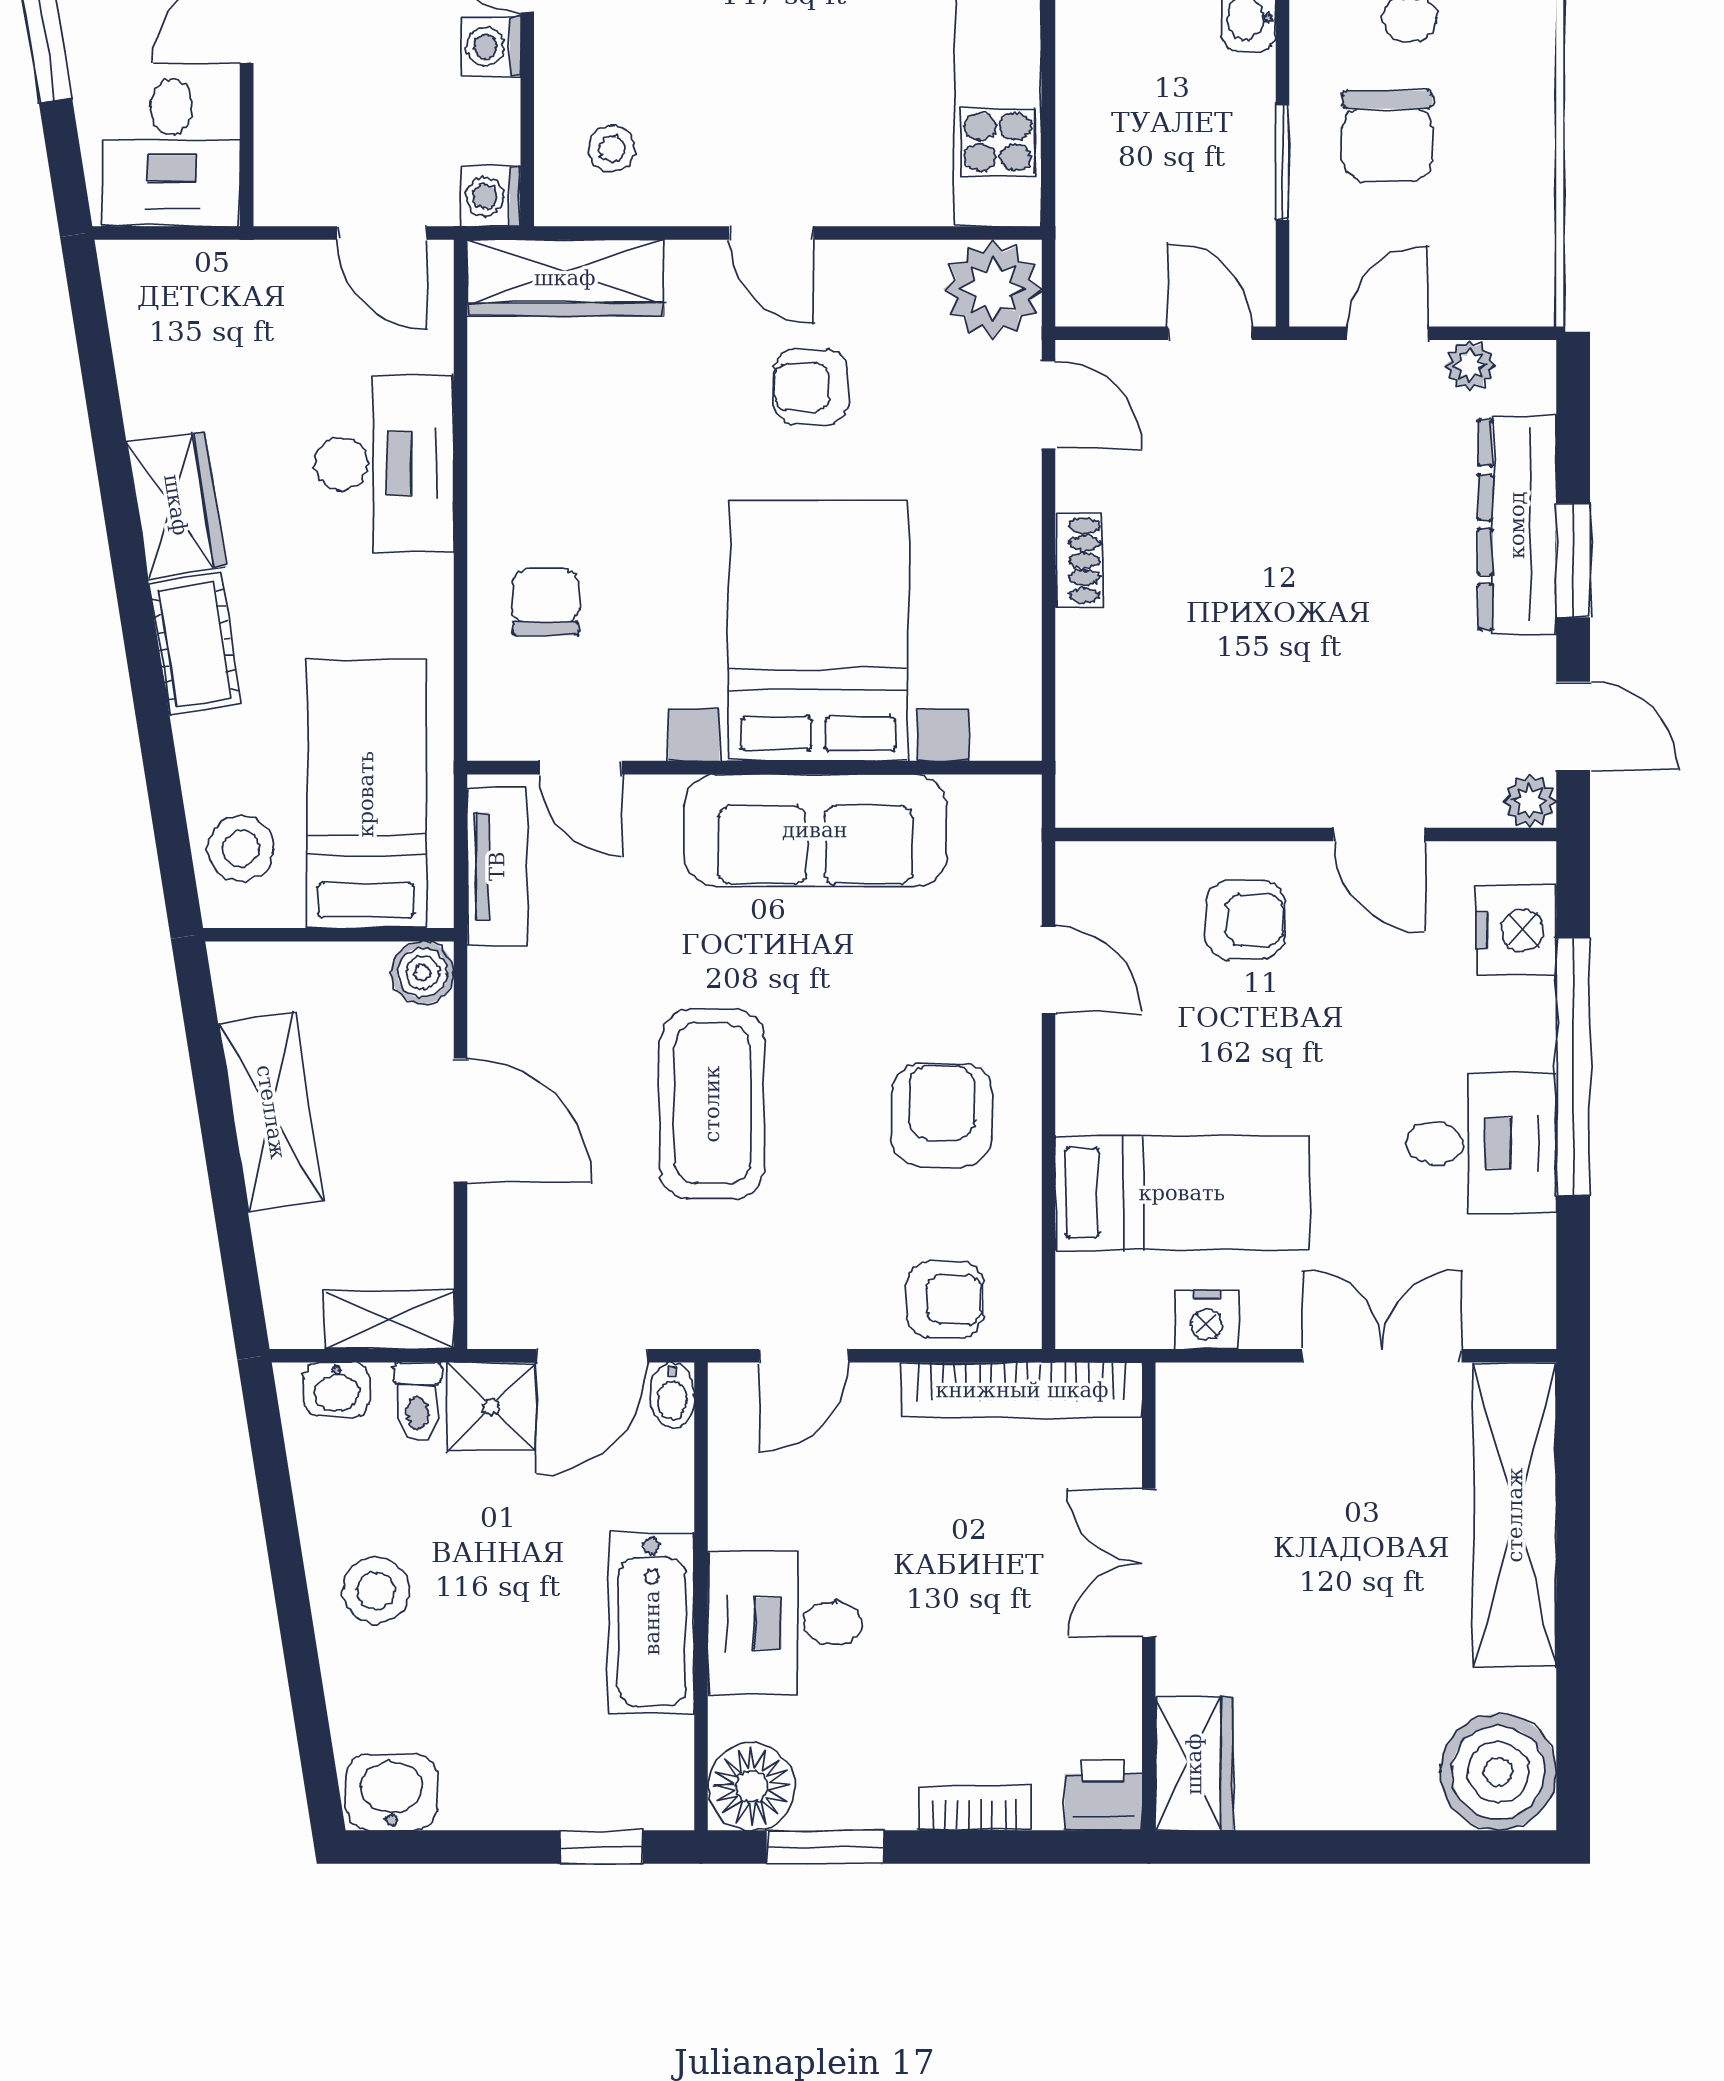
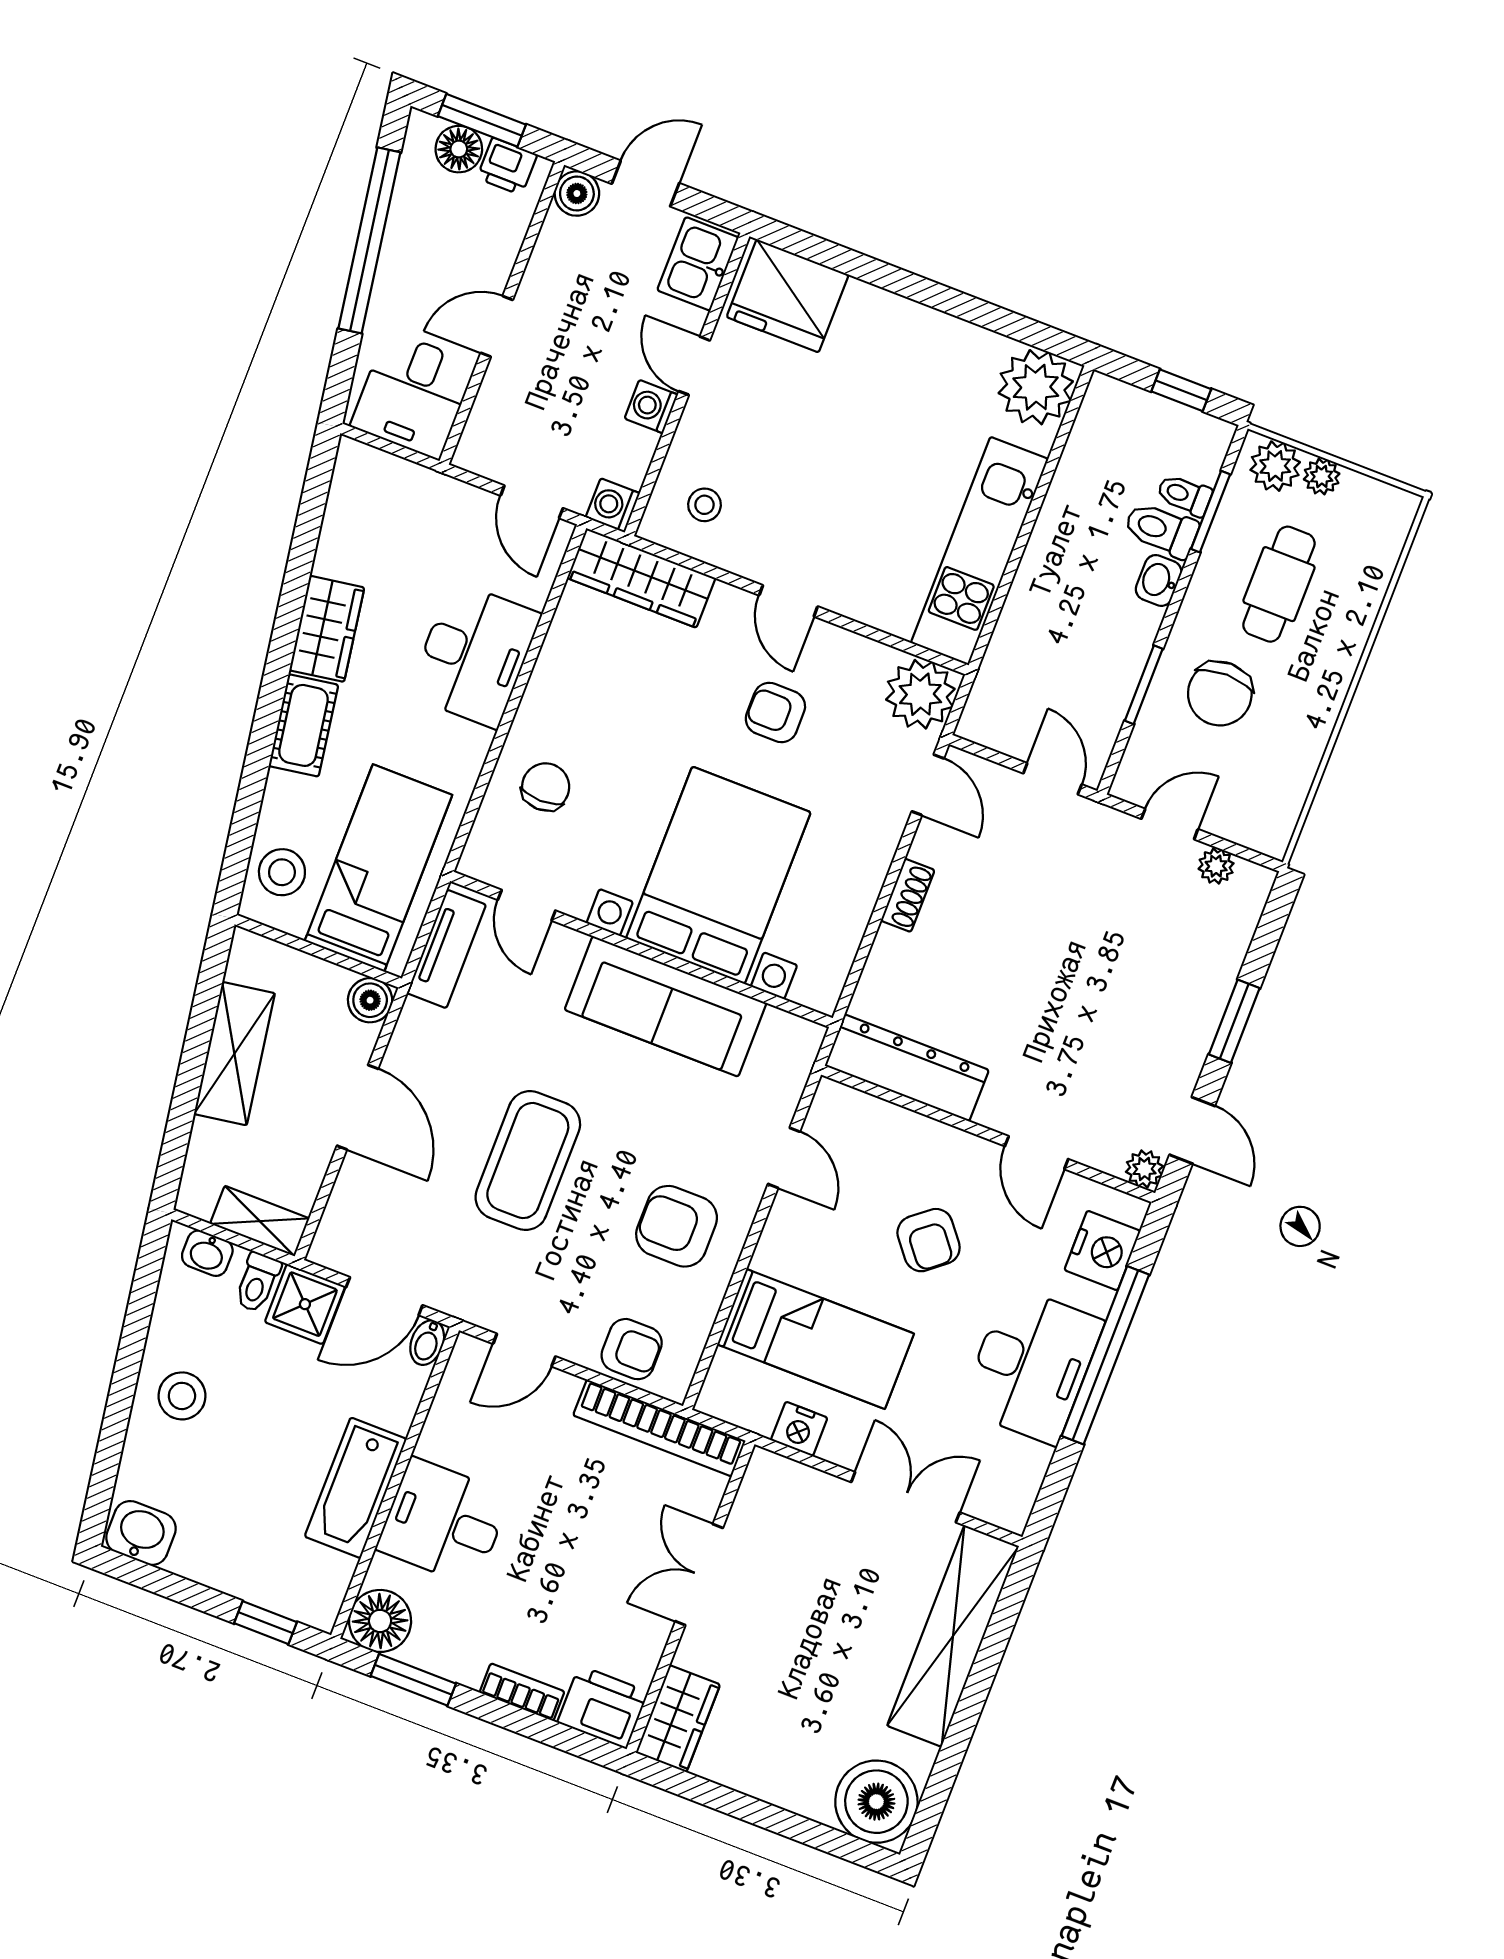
dresser: (1517, 525) -> (907, 1068), moved, turned 90
armchair: (1245, 920) -> (929, 1240), moved, turned 51
armchair: (942, 1115) -> (677, 1226), turned -90
desk: (1481, 1143) -> (1032, 1365), width x1.37
printer: (1103, 1795) -> (603, 1707), width x1.36, depth x1.24

